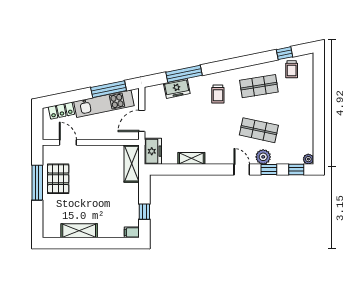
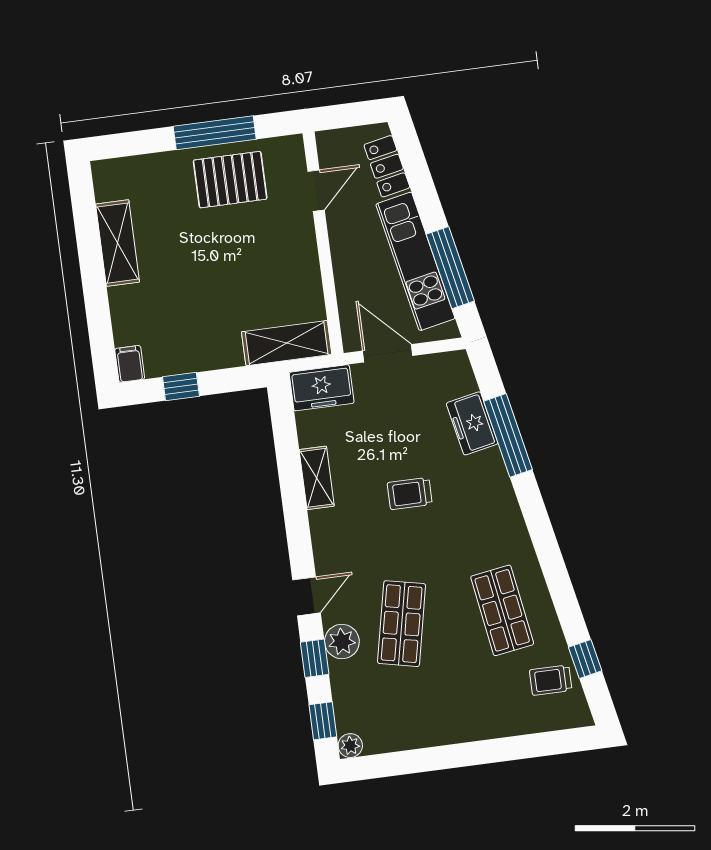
trolley: (218, 94) -> (410, 494), moved

